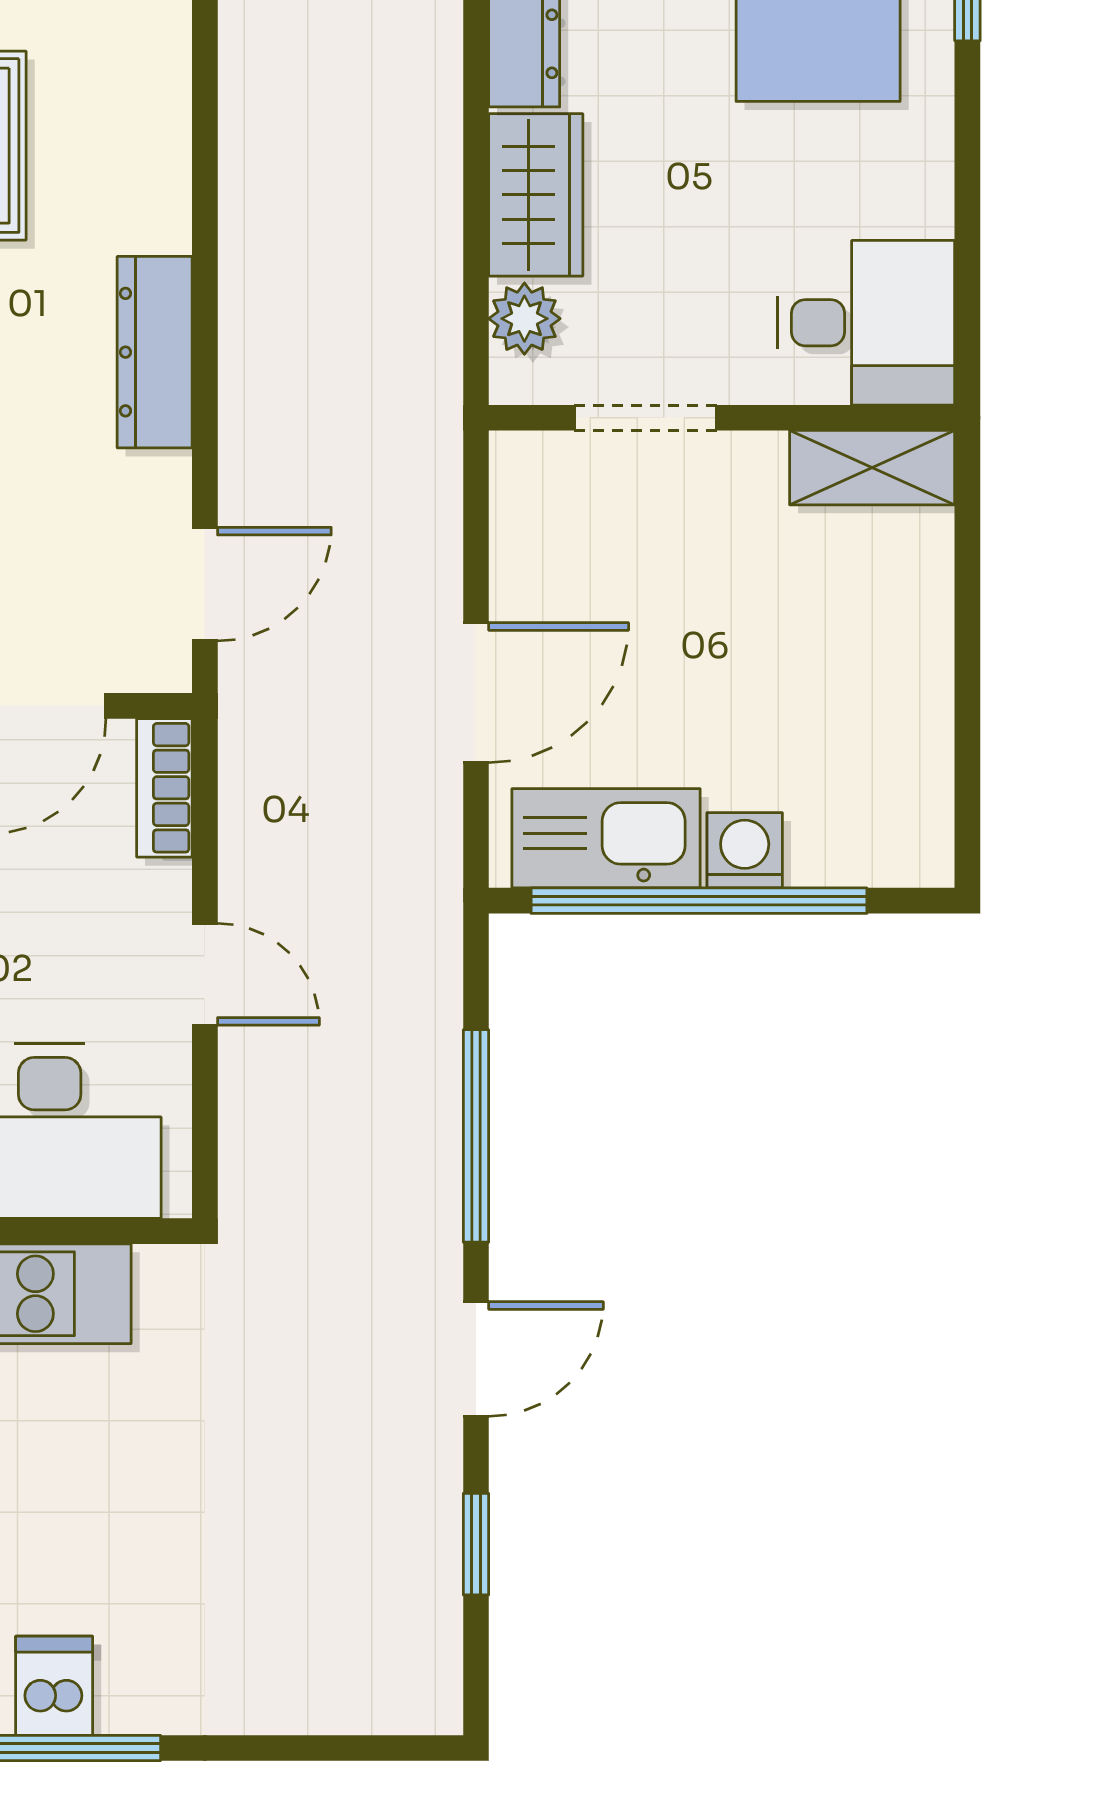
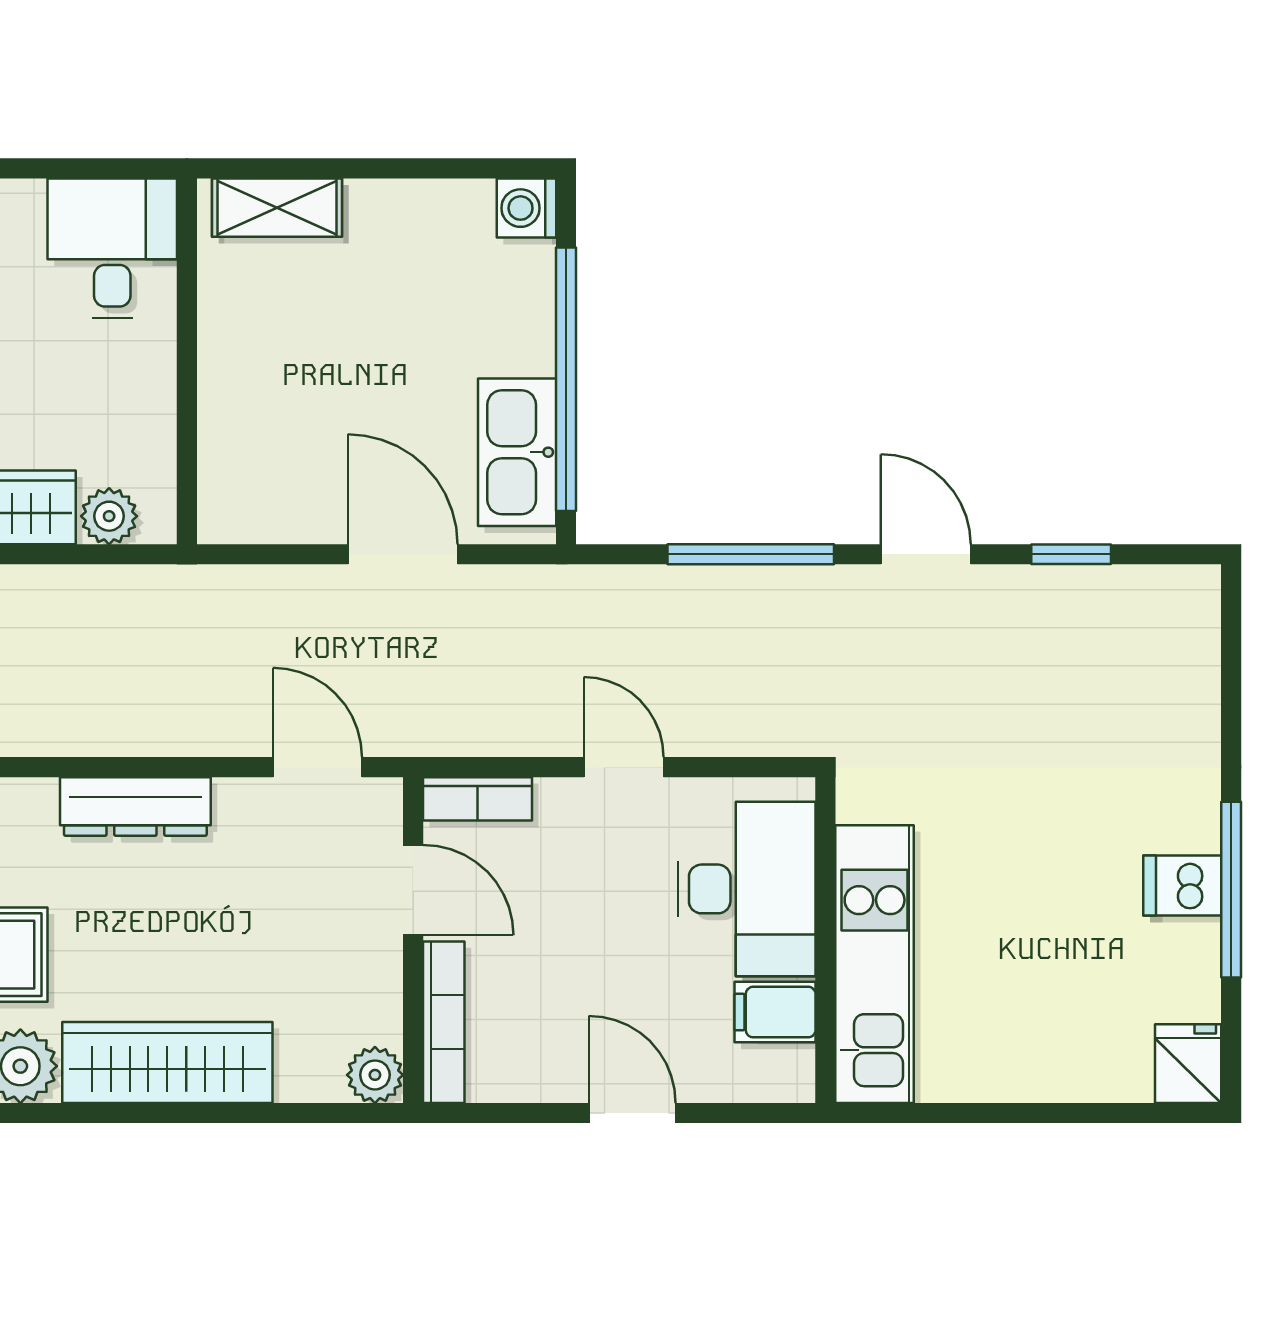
doorway: (646, 418) -> (187, 421), removed
shelving: (872, 468) -> (277, 208), moved, turned 90
washing machine: (745, 850) -> (526, 208), moved
door: (205, 974) -> (624, 767), hinge flipped

